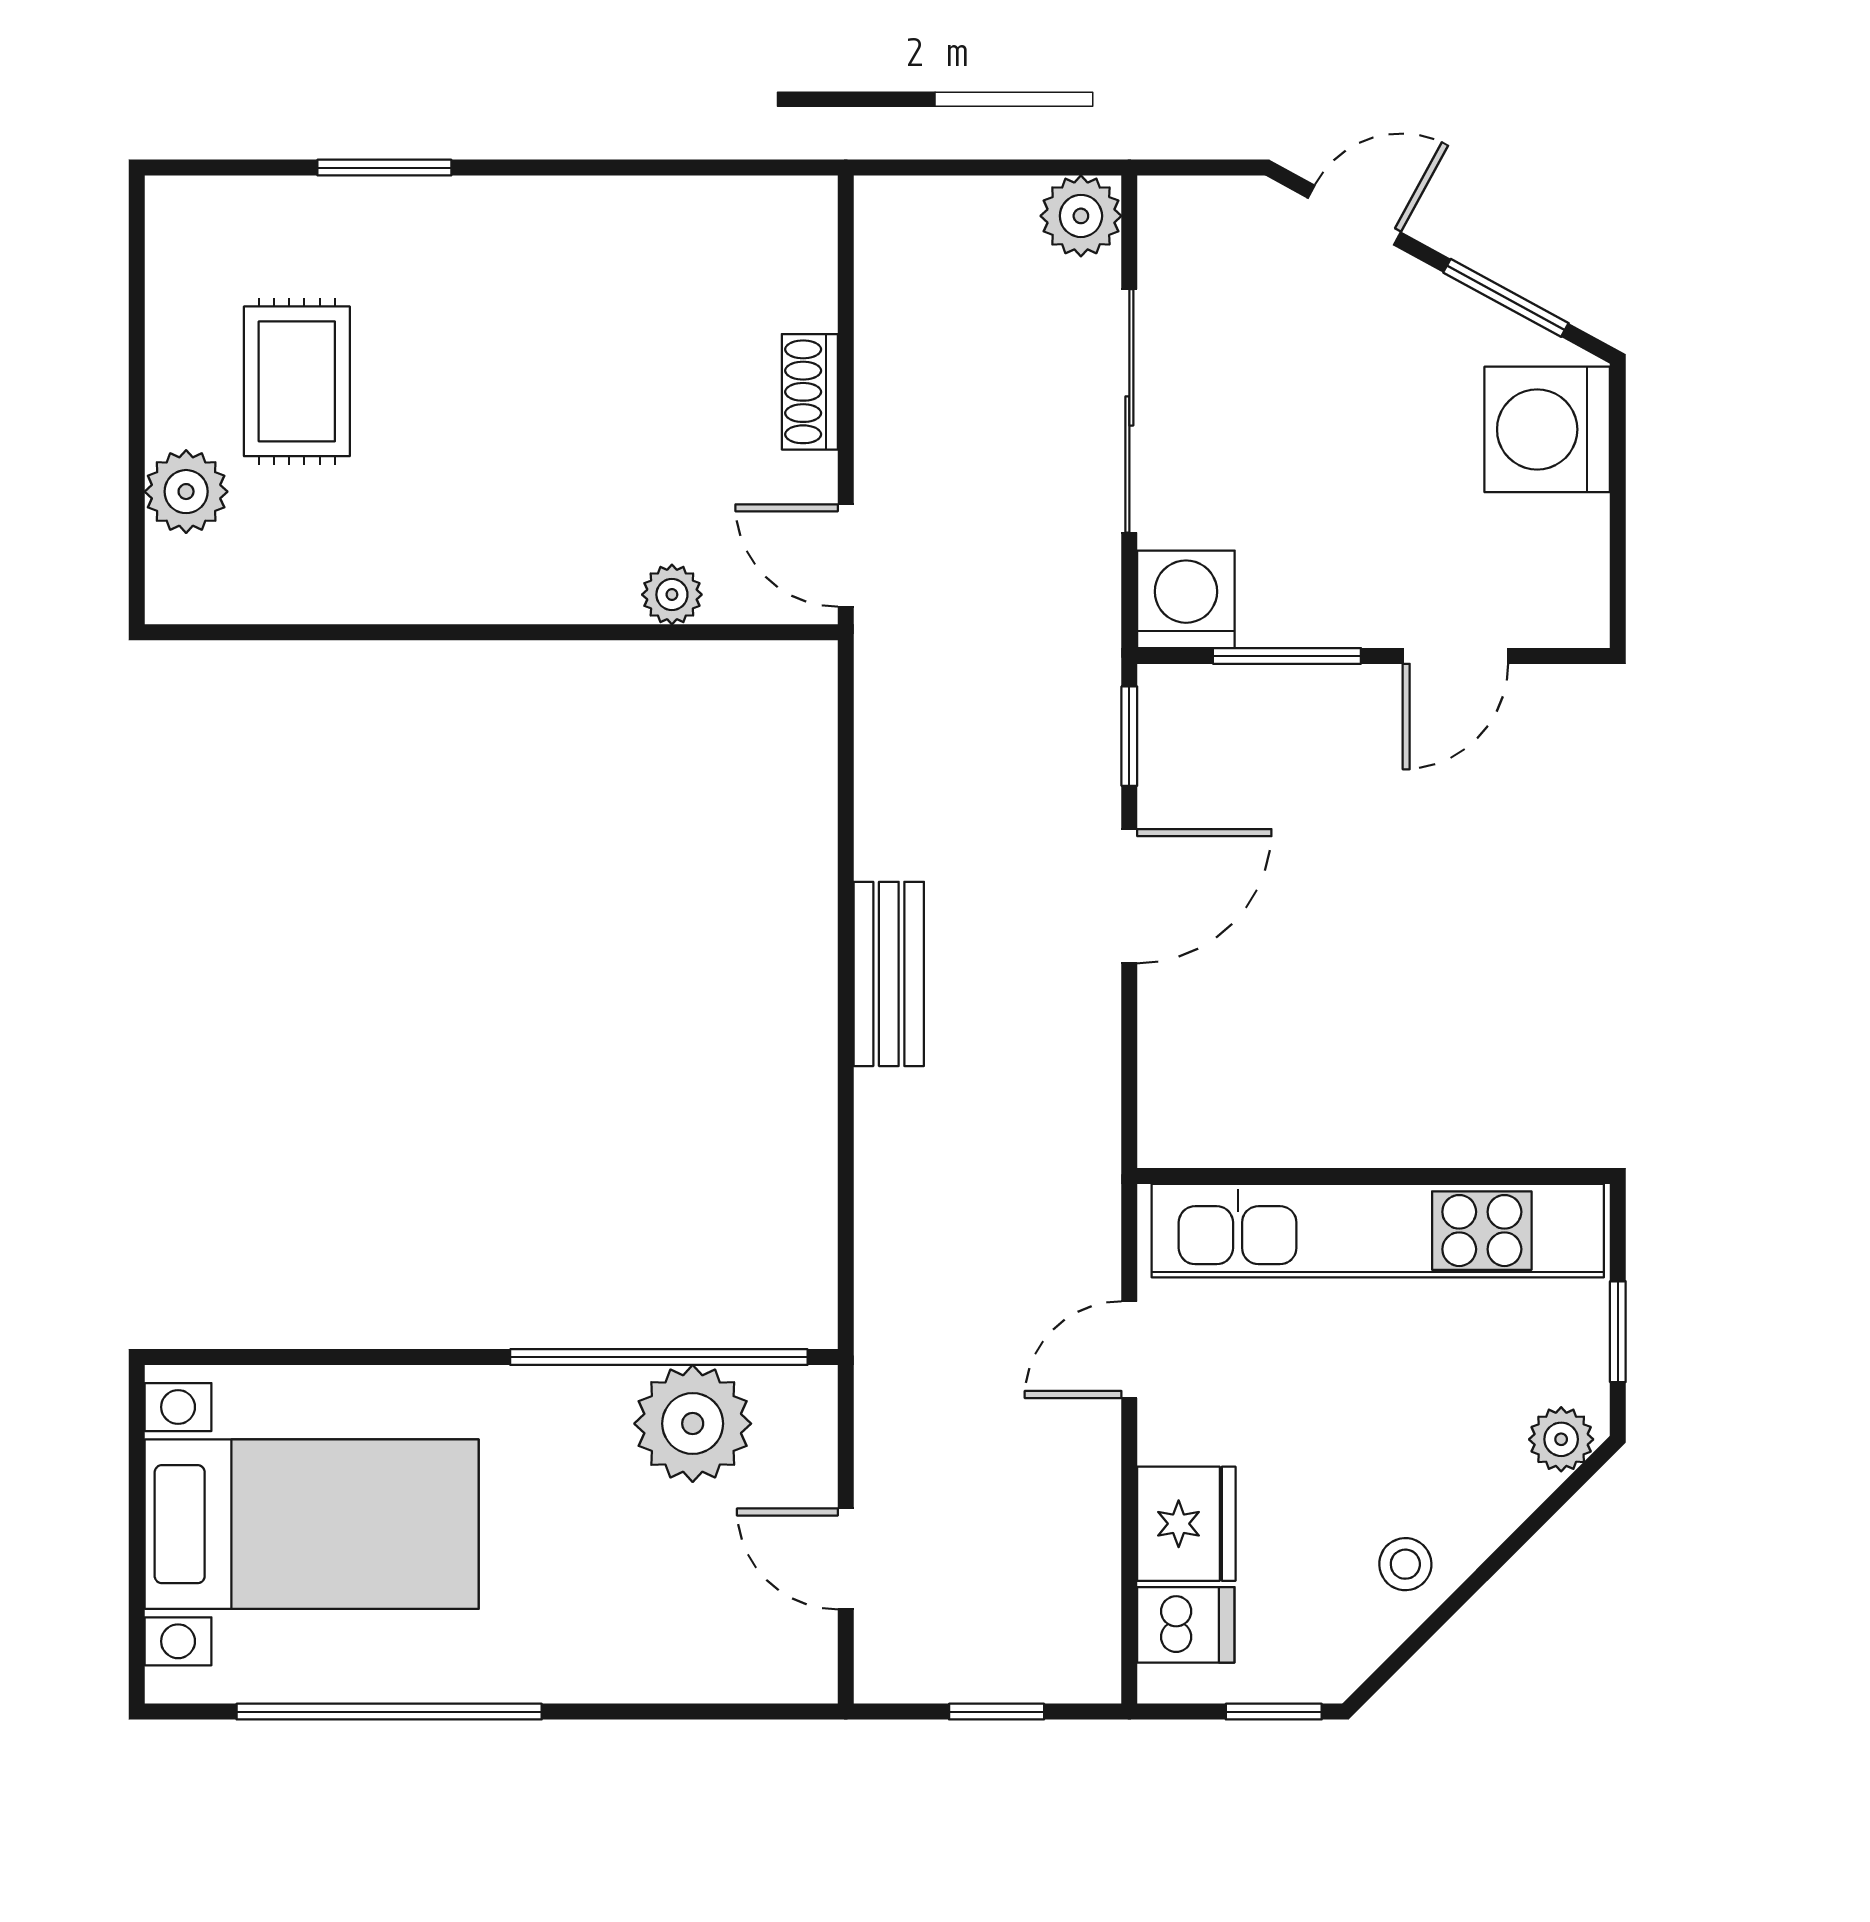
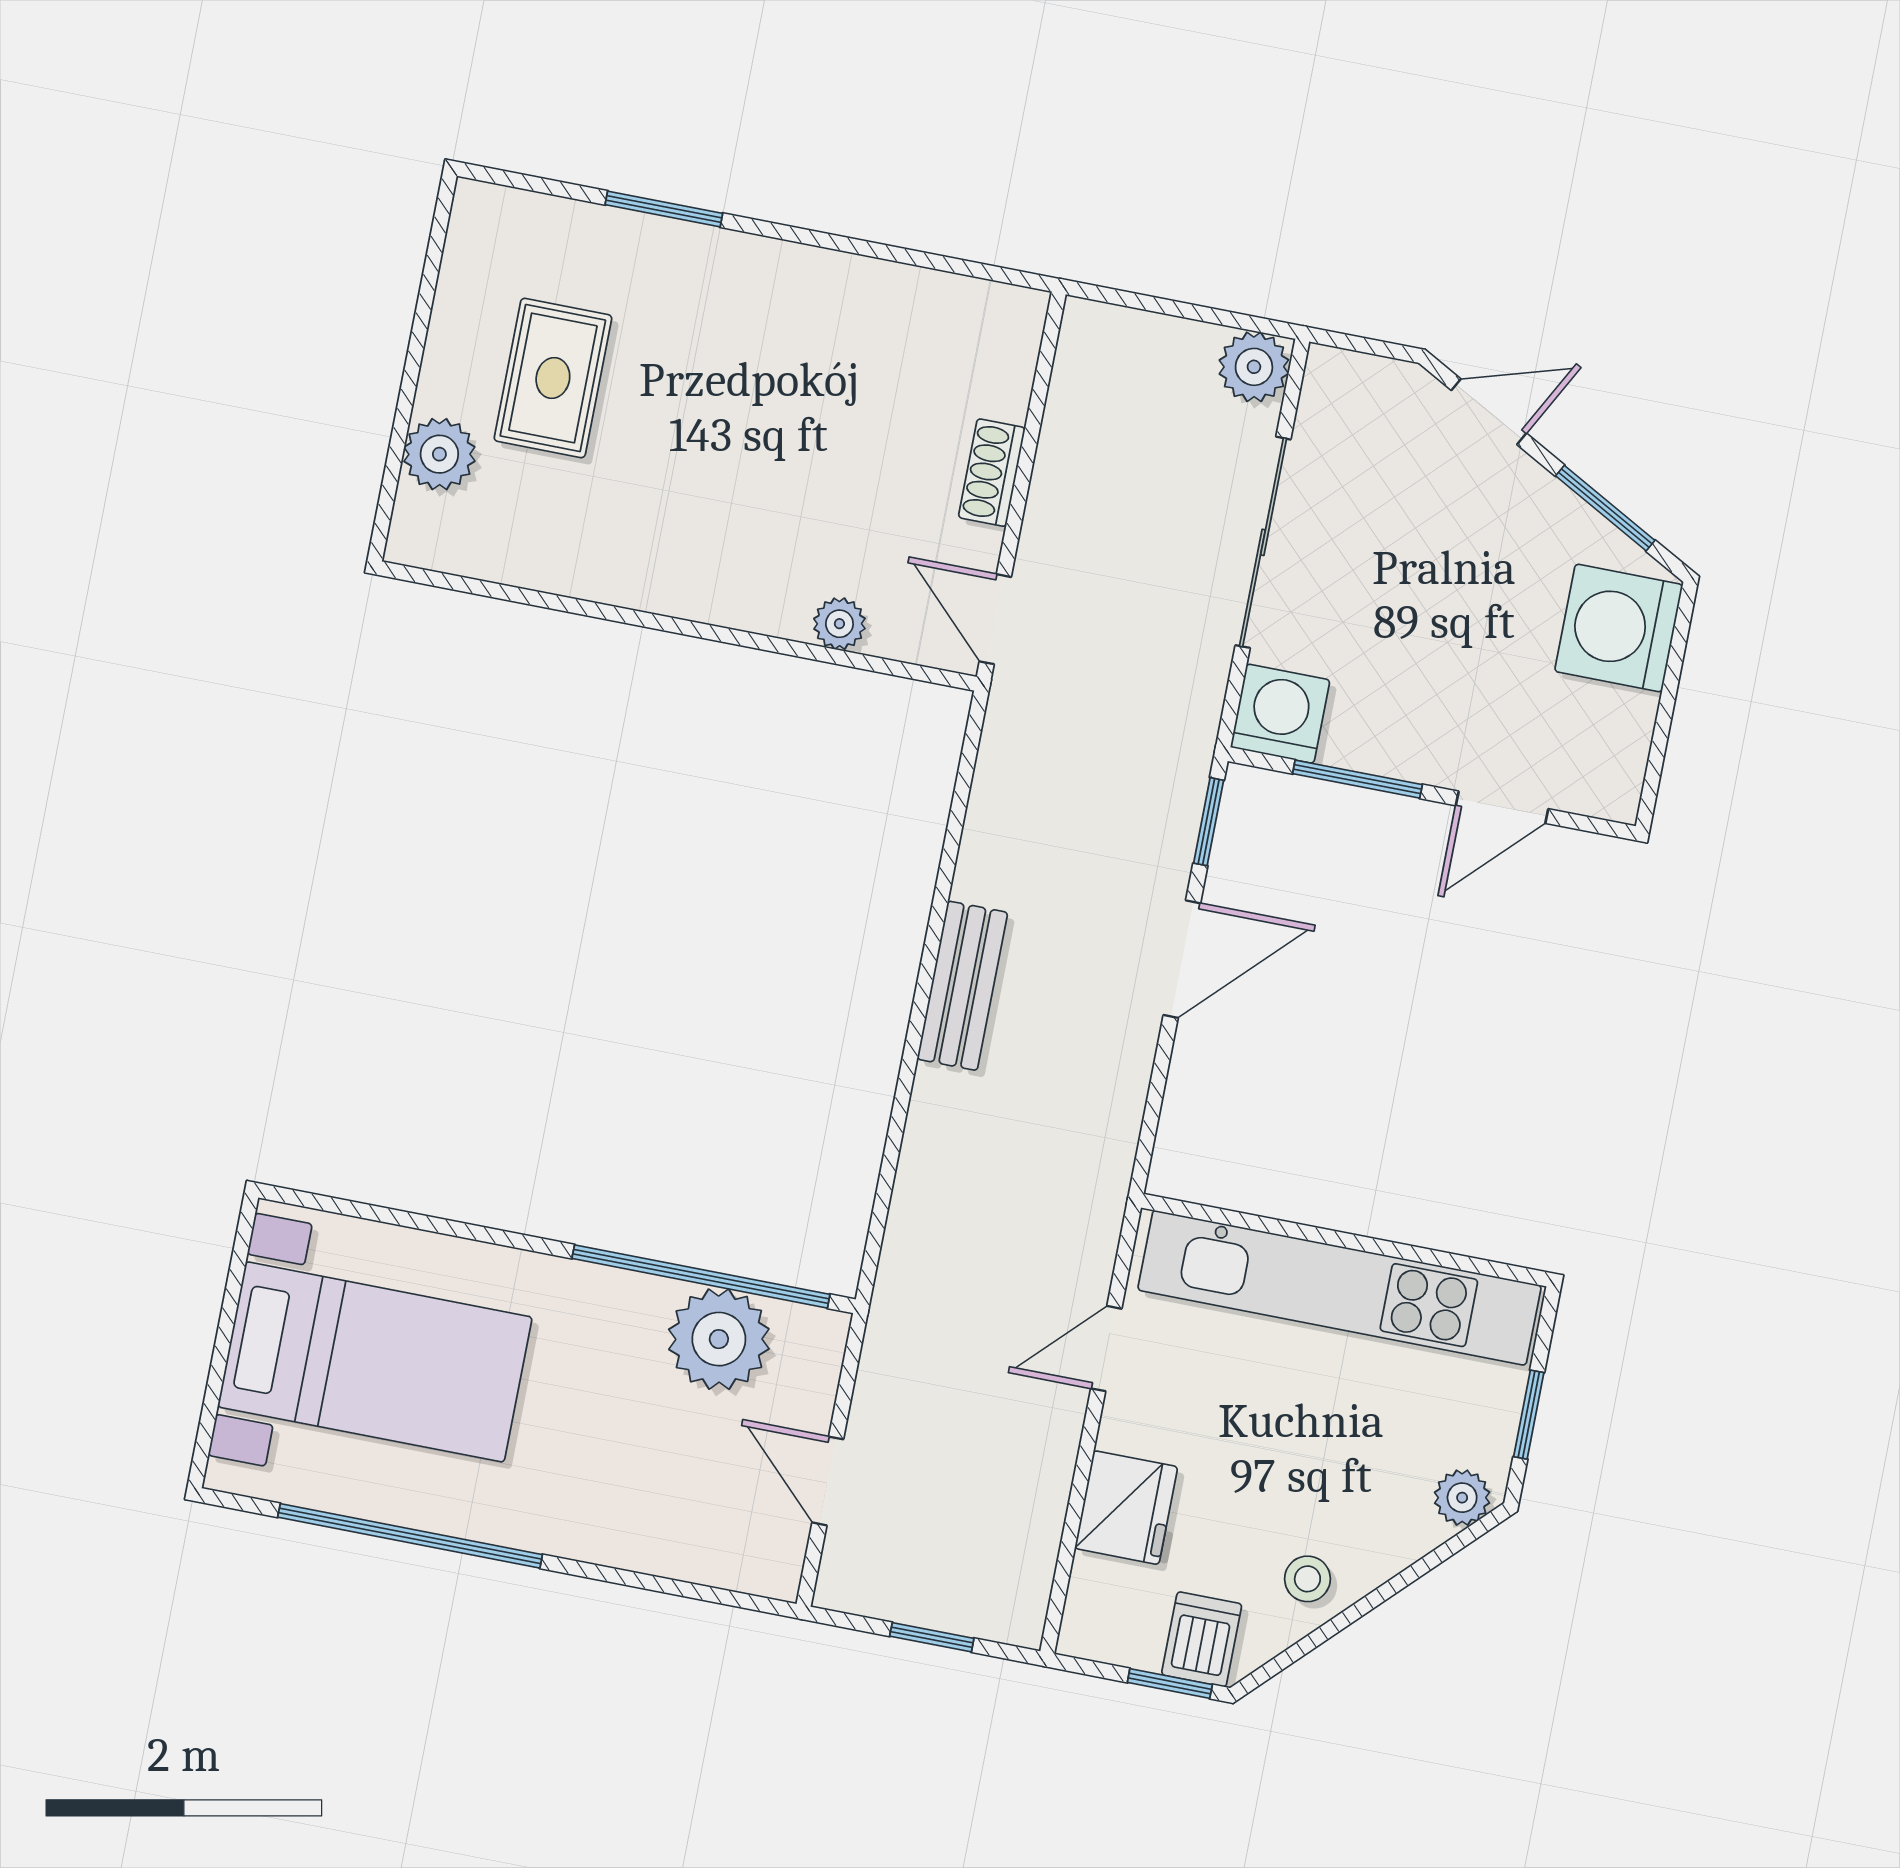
dishwasher: (1186, 1625) -> (1202, 1639), moved, turned -90

